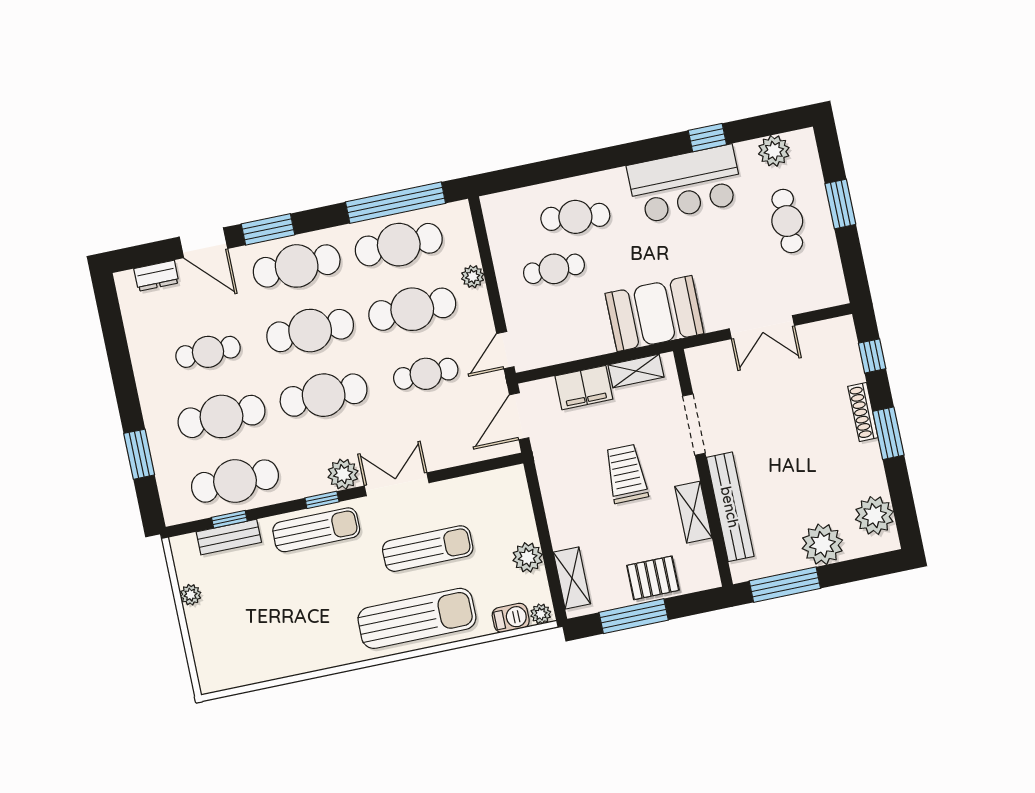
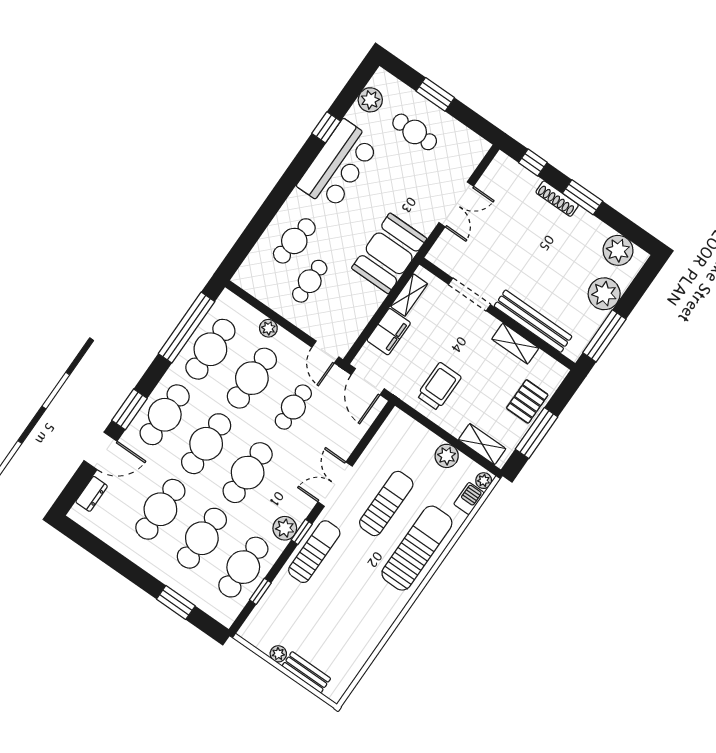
cafe table: (208, 352) -> (160, 509), width x1.37, depth x1.35
plant: (343, 474) -> (285, 528), moved
trolley: (626, 474) -> (439, 386), moved, turned 90
bench: (229, 537) -> (306, 672), moved, turned 90

